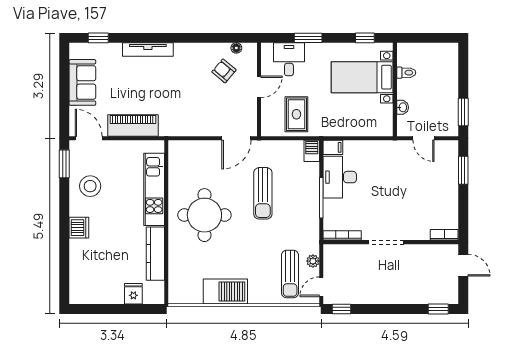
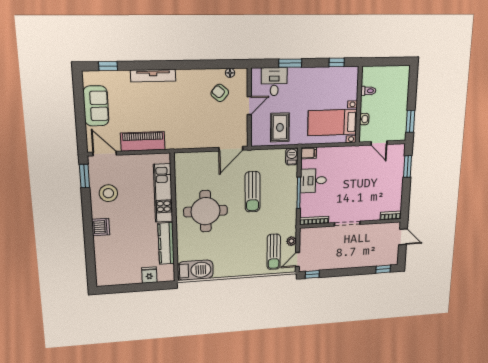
bed with nightstands: (362, 77) -> (332, 122), moved
desk: (340, 177) -> (313, 181), width x0.73
barbecue: (225, 291) -> (195, 270), moved

